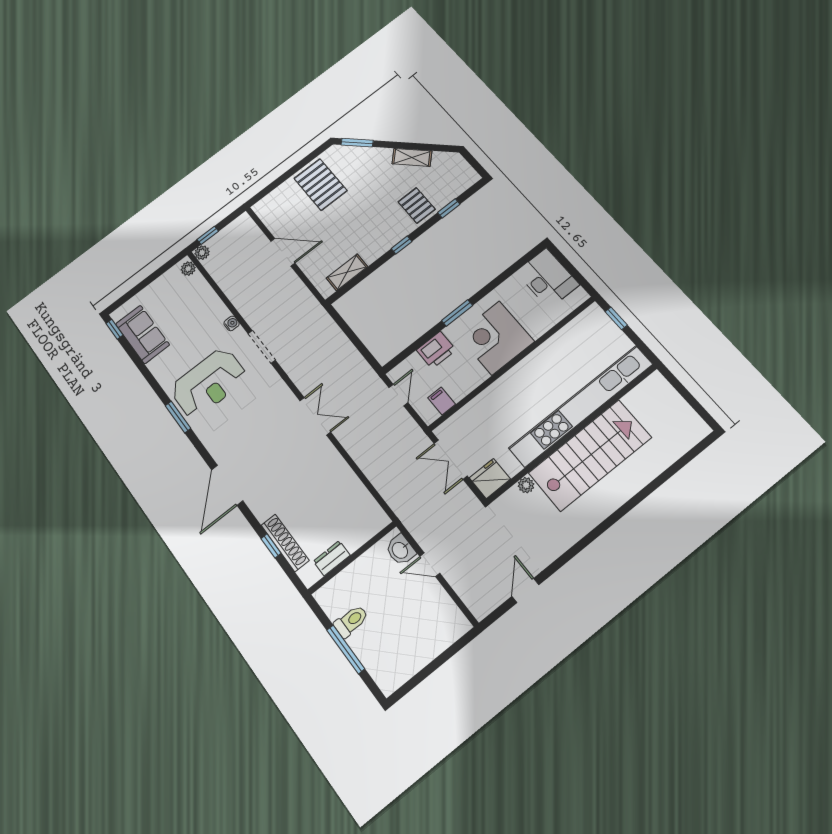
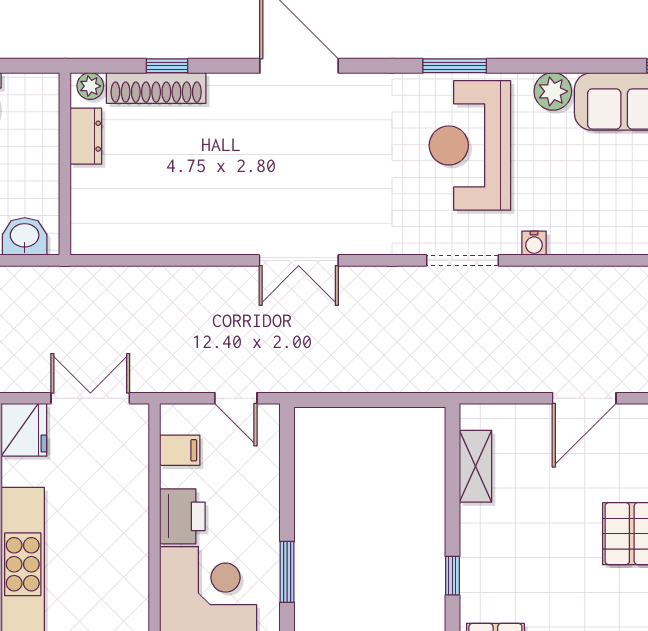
printer: (436, 350) -> (182, 516), moved, turned 180
plant: (159, 367) -> (553, 91), added
plant: (307, 575) -> (90, 86), added

